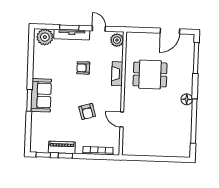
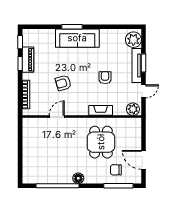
chair: (179, 60) -> (116, 170), added
sofa: (41, 95) -> (77, 38), width x1.36

